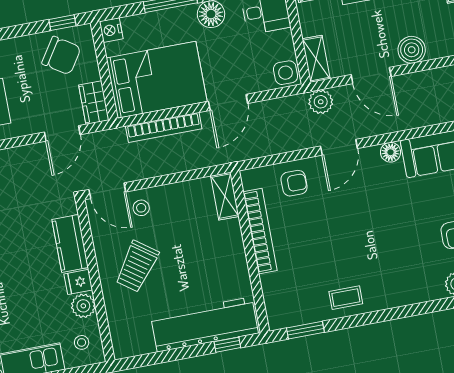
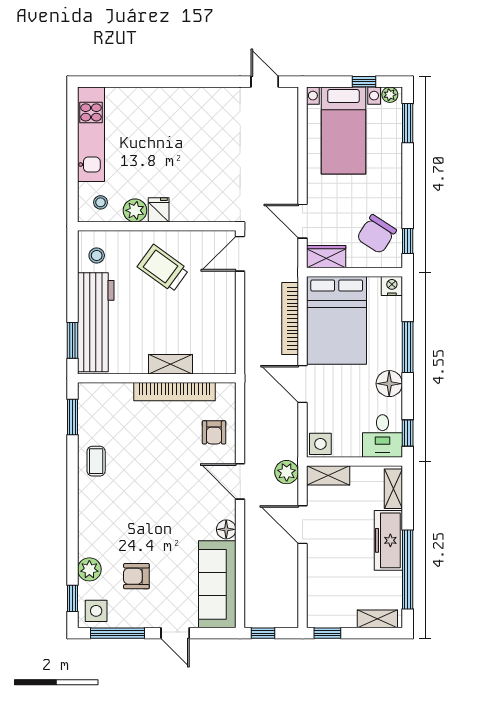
boiler: (412, 50) -> (320, 568), removed
door: (371, 76) -> (302, 525), hinge flipped
shelving: (225, 196) -> (170, 364), moved
stool: (141, 208) -> (97, 255), moved
kitchen counter: (70, 243) -> (197, 209), removed
window: (227, 345) -> (72, 340), width x1.50

